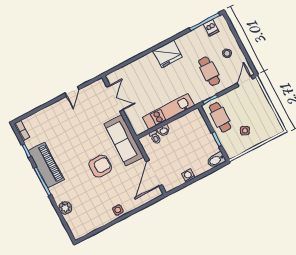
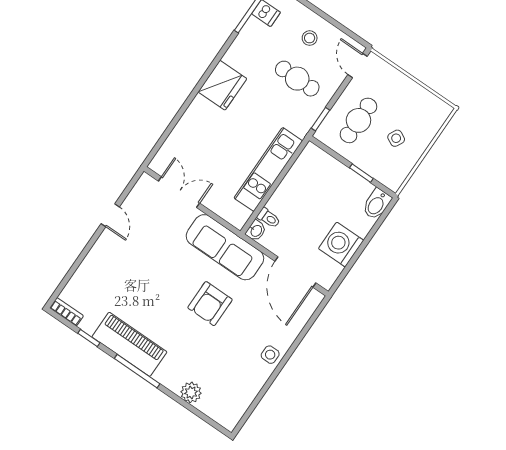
cafe table: (220, 117) -> (358, 120), moved, turned 90
washbasin: (164, 131) -> (256, 231), moved
armchair: (100, 166) -> (210, 304), turned 180
washing machine: (188, 176) -> (341, 244), width x1.89, depth x1.89

